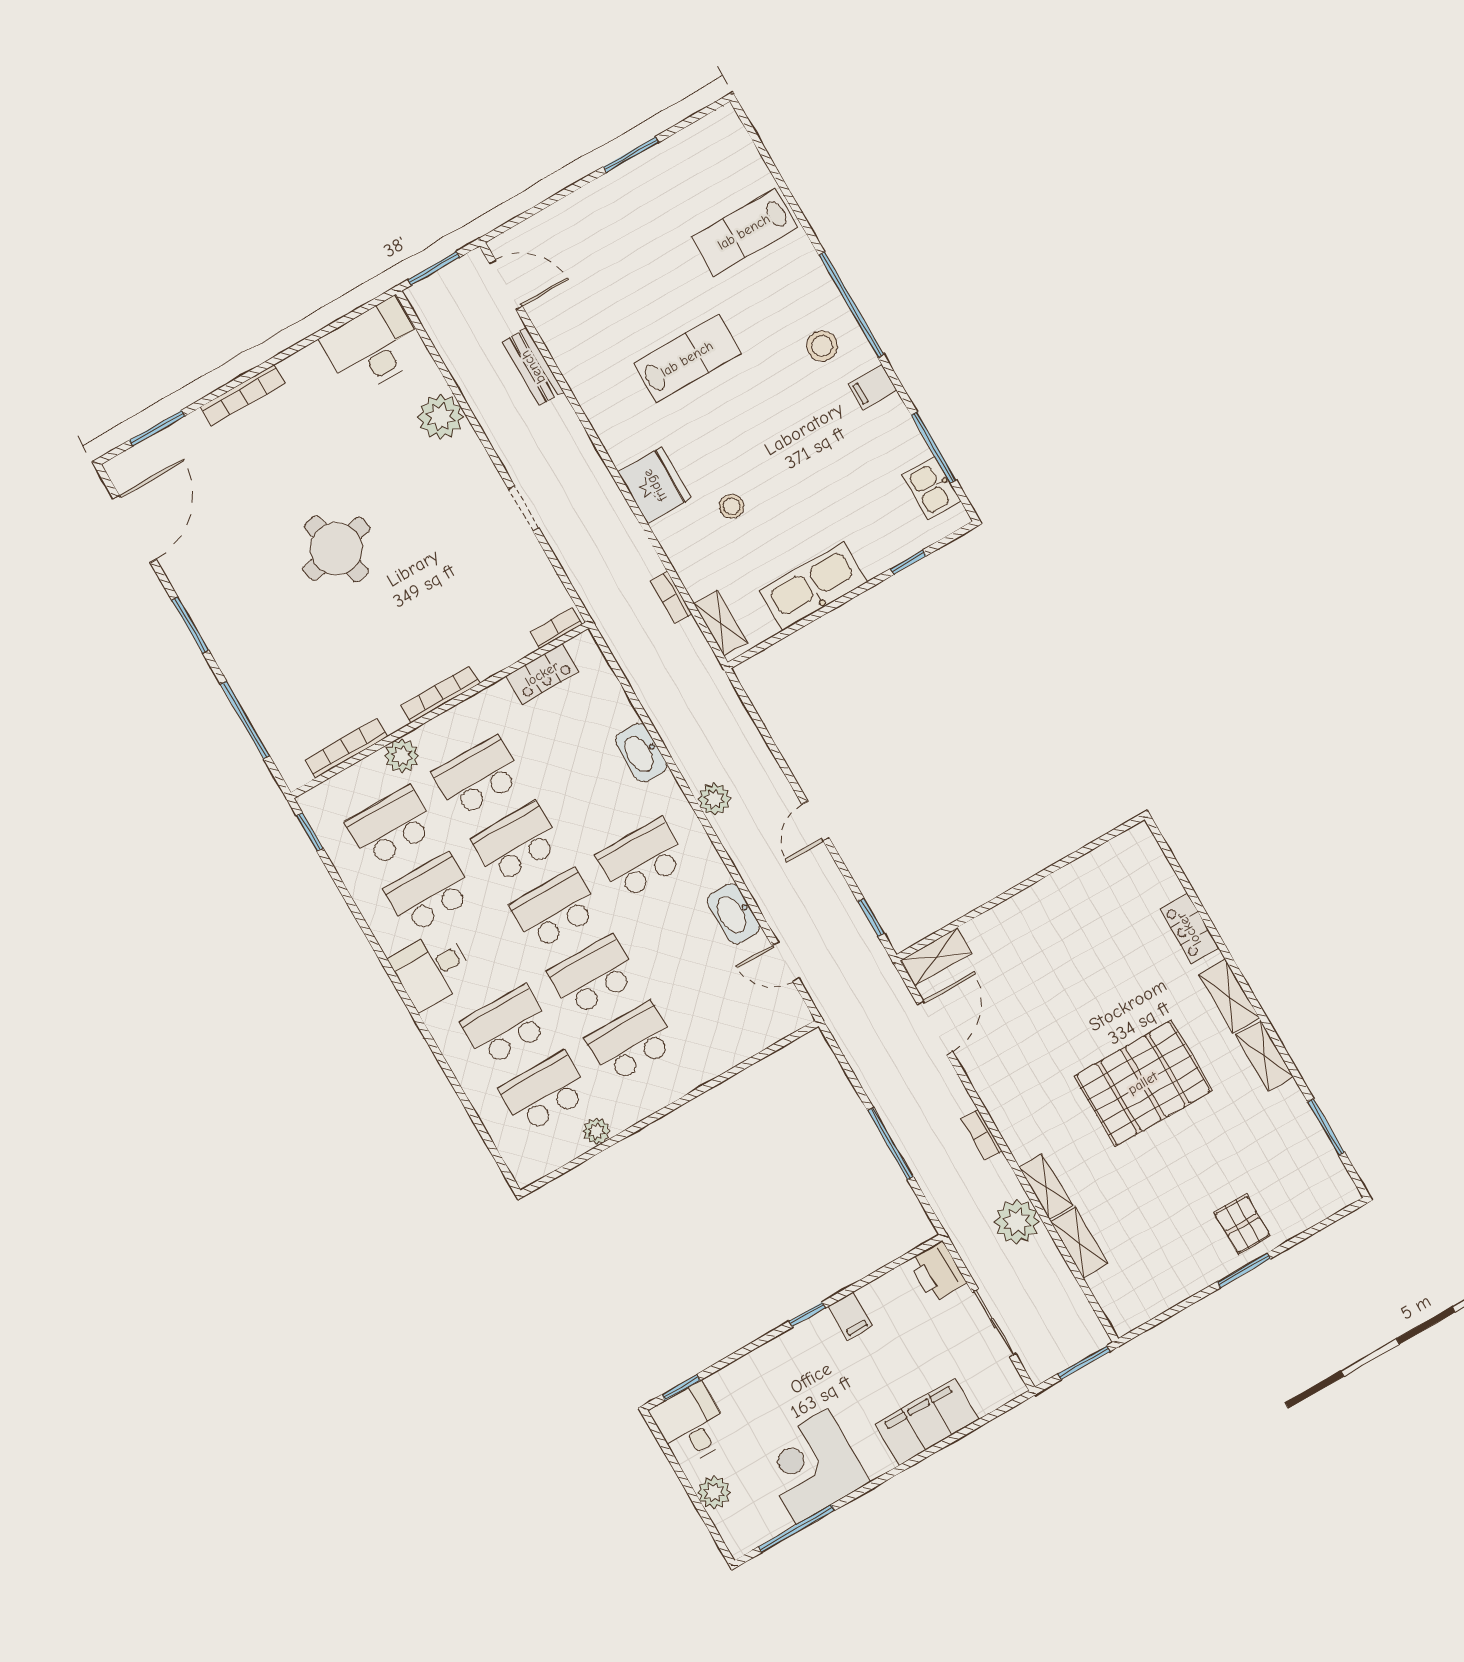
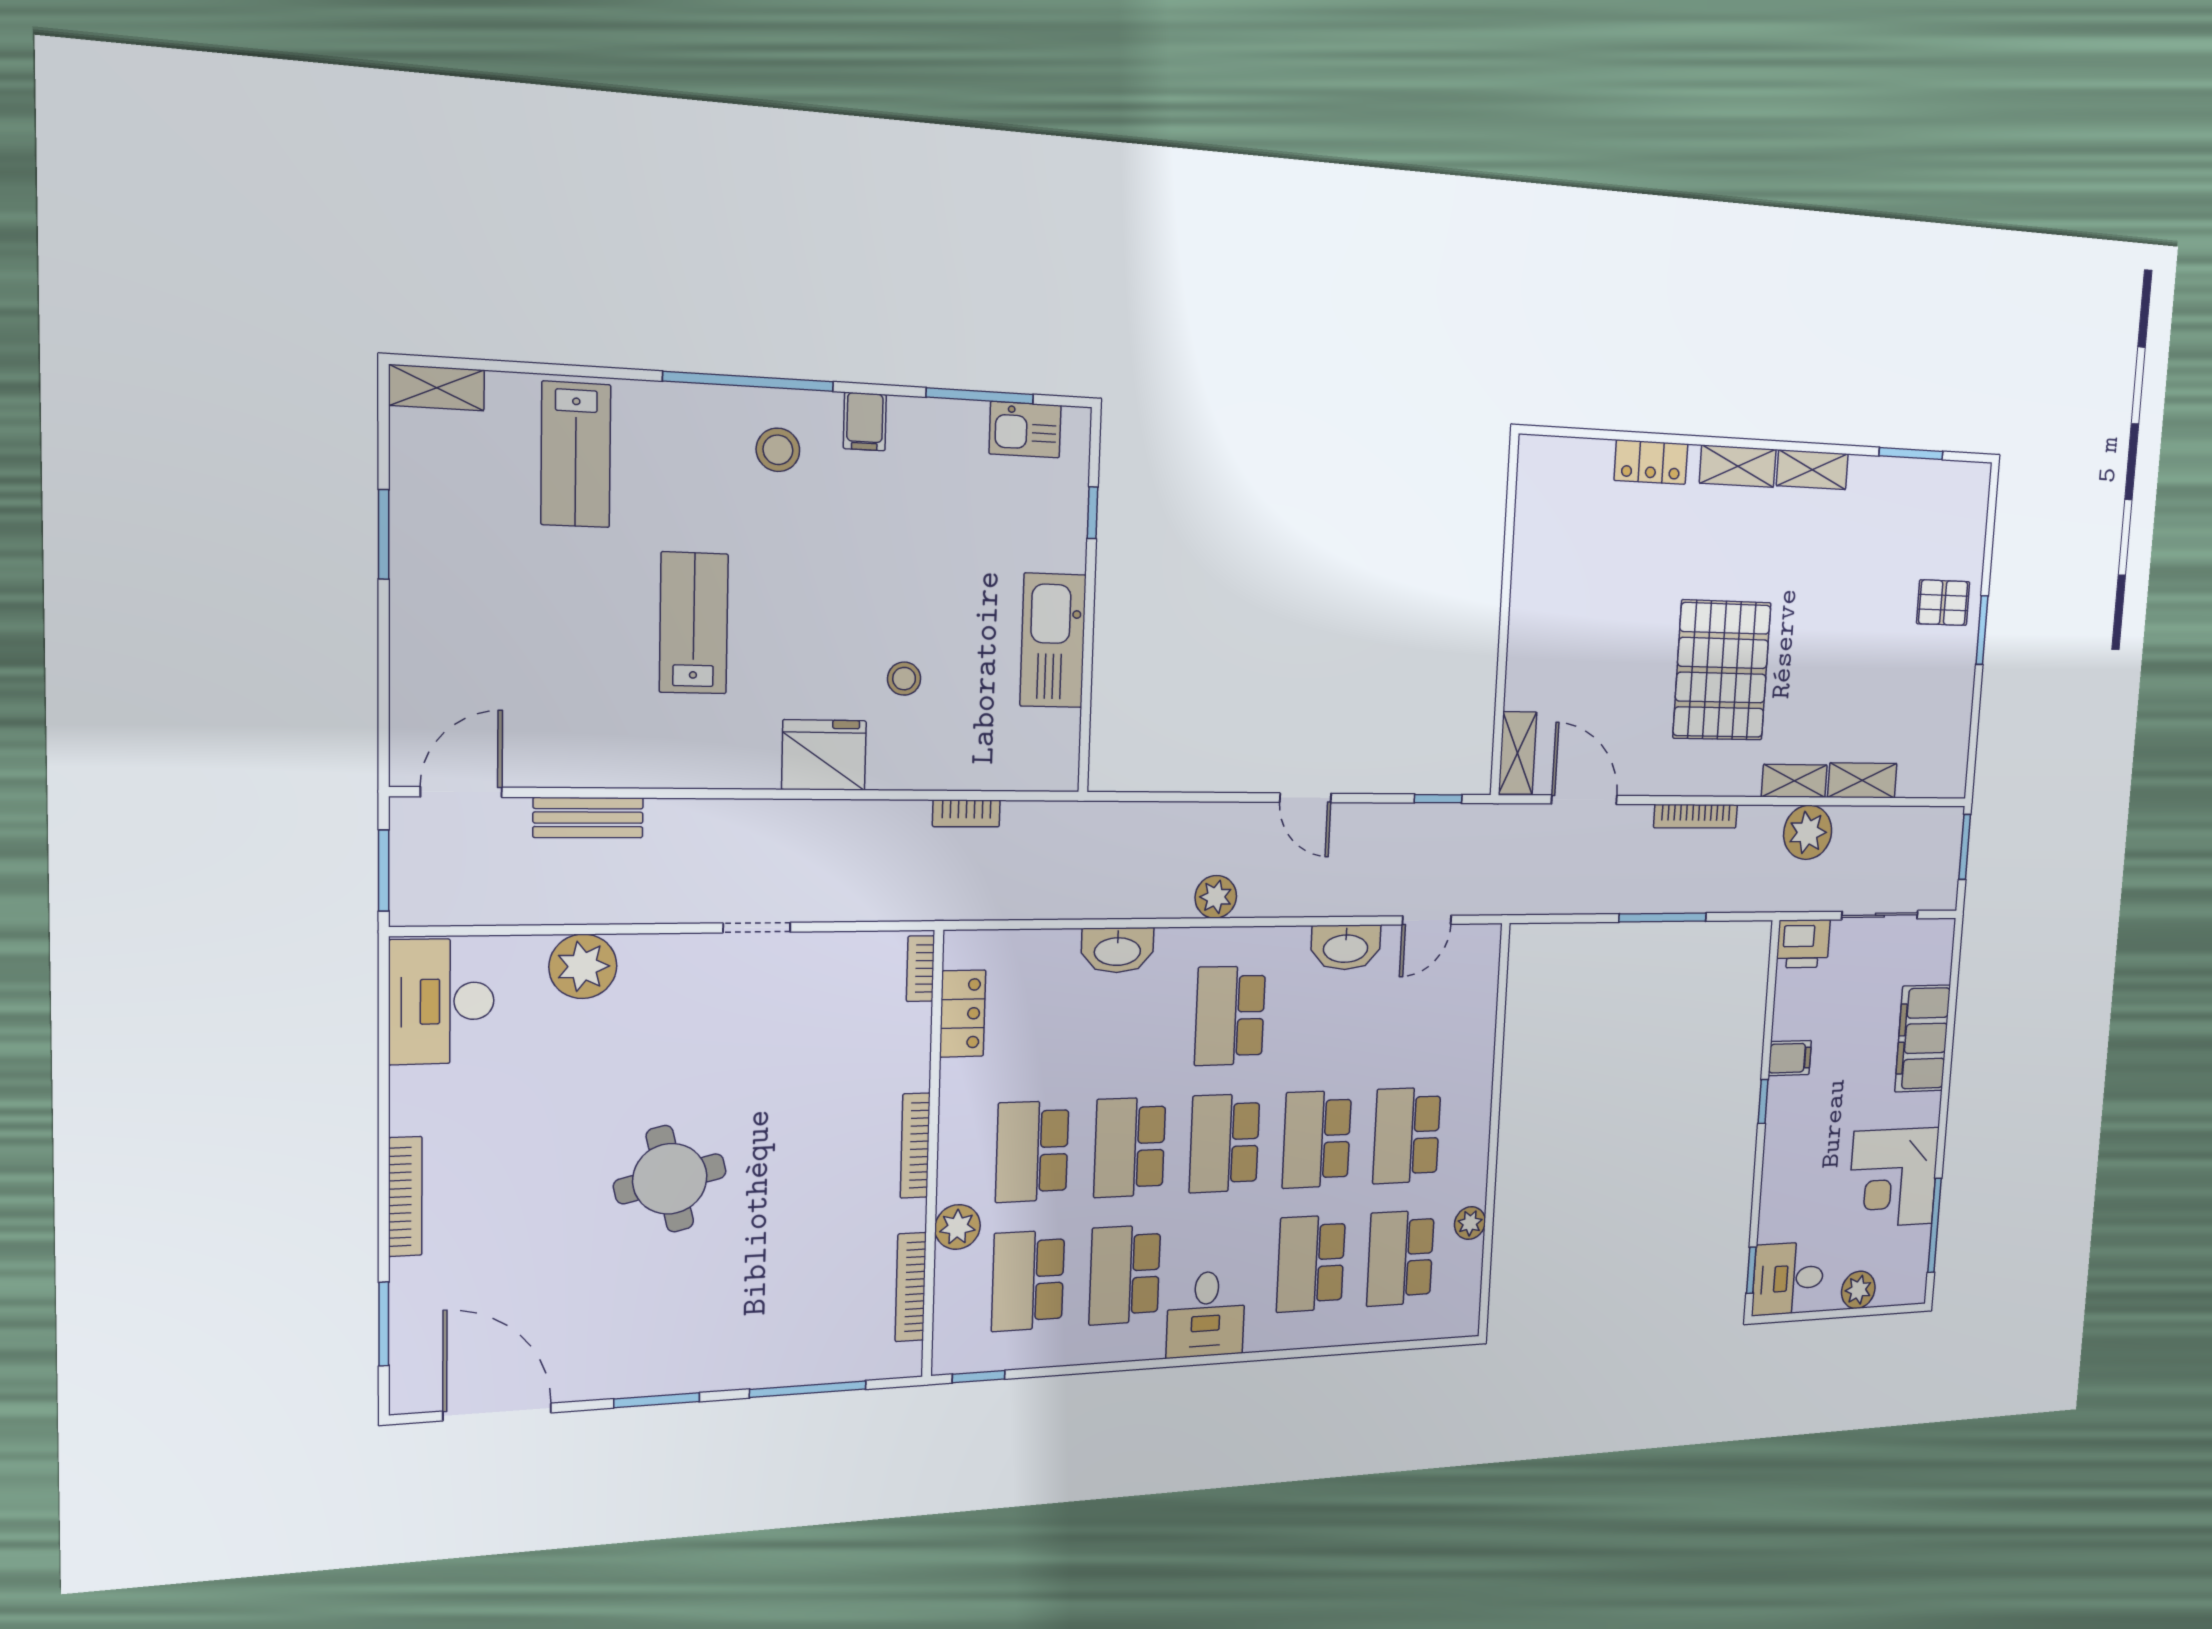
shelving: (721, 623) -> (437, 388), moved
pallet: (1143, 1083) -> (1722, 670), moved
bookcase: (982, 1135) -> (1696, 816), width x1.56

